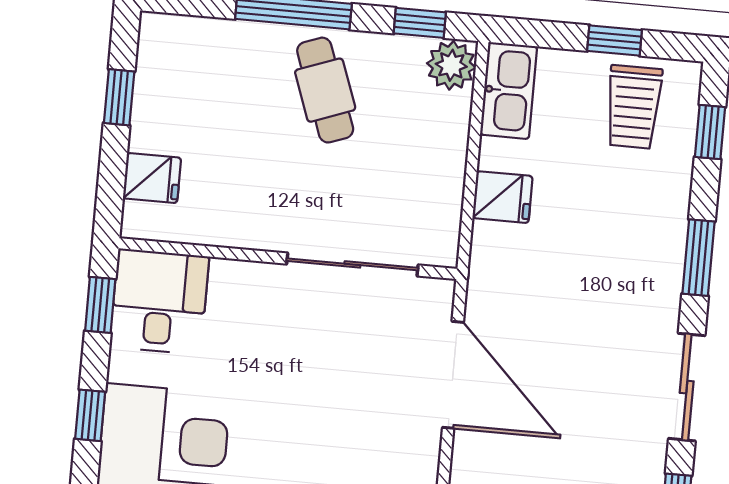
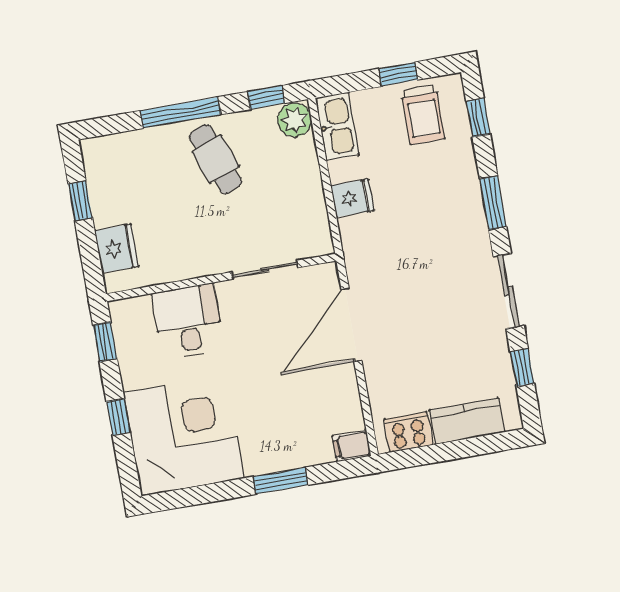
fridge: (152, 178) -> (117, 249), width x1.38
sliding door: (352, 264) -> (265, 270), width x0.73
desk: (159, 302) -> (188, 321), moved
door: (453, 375) -> (352, 325), swing flipped

